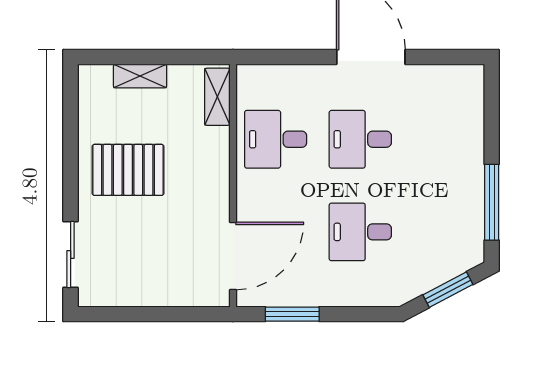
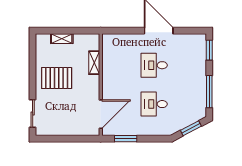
shelving: (217, 97) -> (94, 63), moved
window: (492, 104) -> (209, 50), added
desk: (276, 139) -> (119, 65), removed

